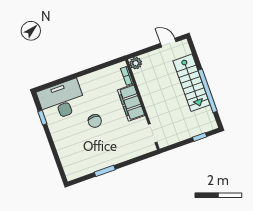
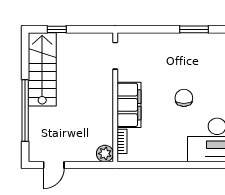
door: (168, 43) -> (54, 165), hinge flipped
stairs: (192, 83) -> (42, 69), moved
window: (208, 91) -> (25, 111), moved

